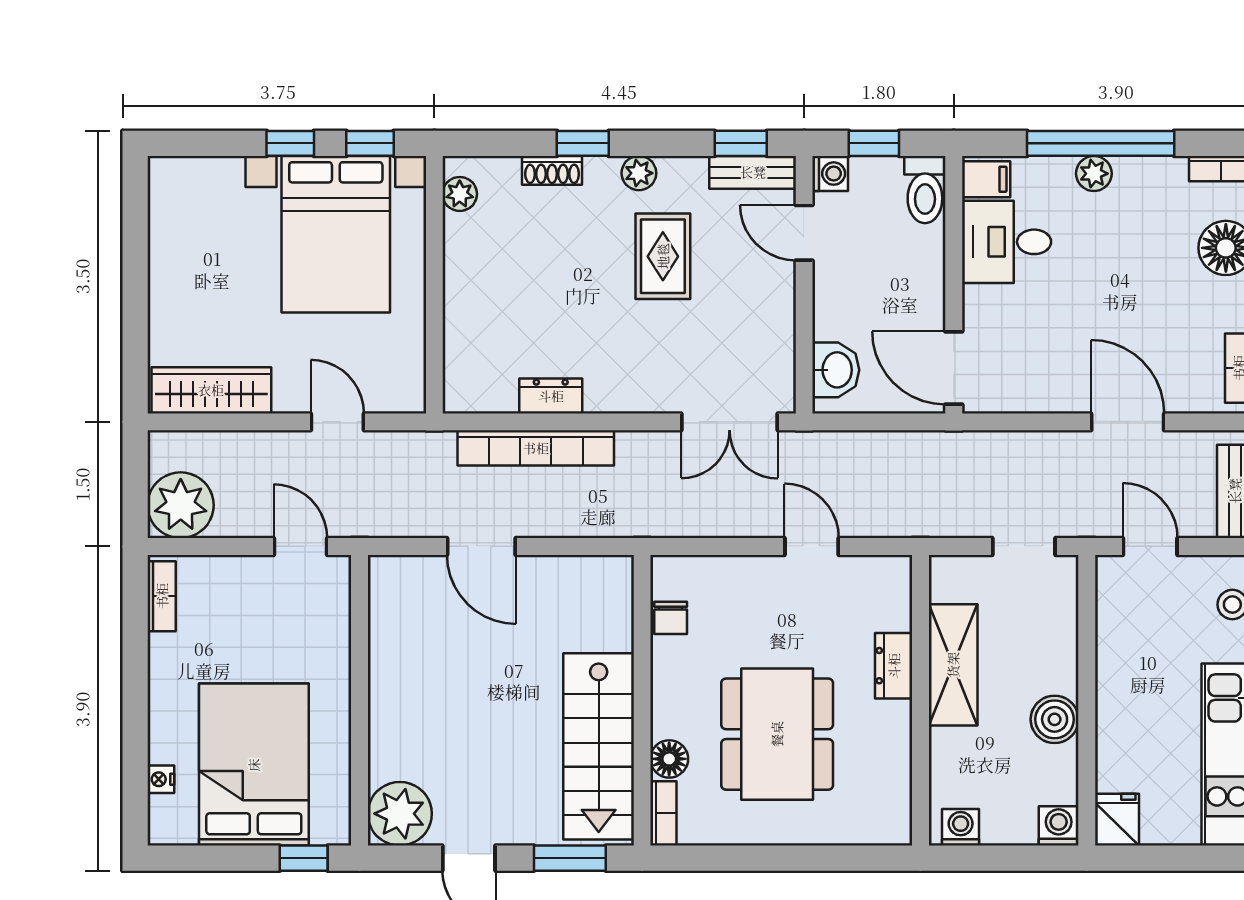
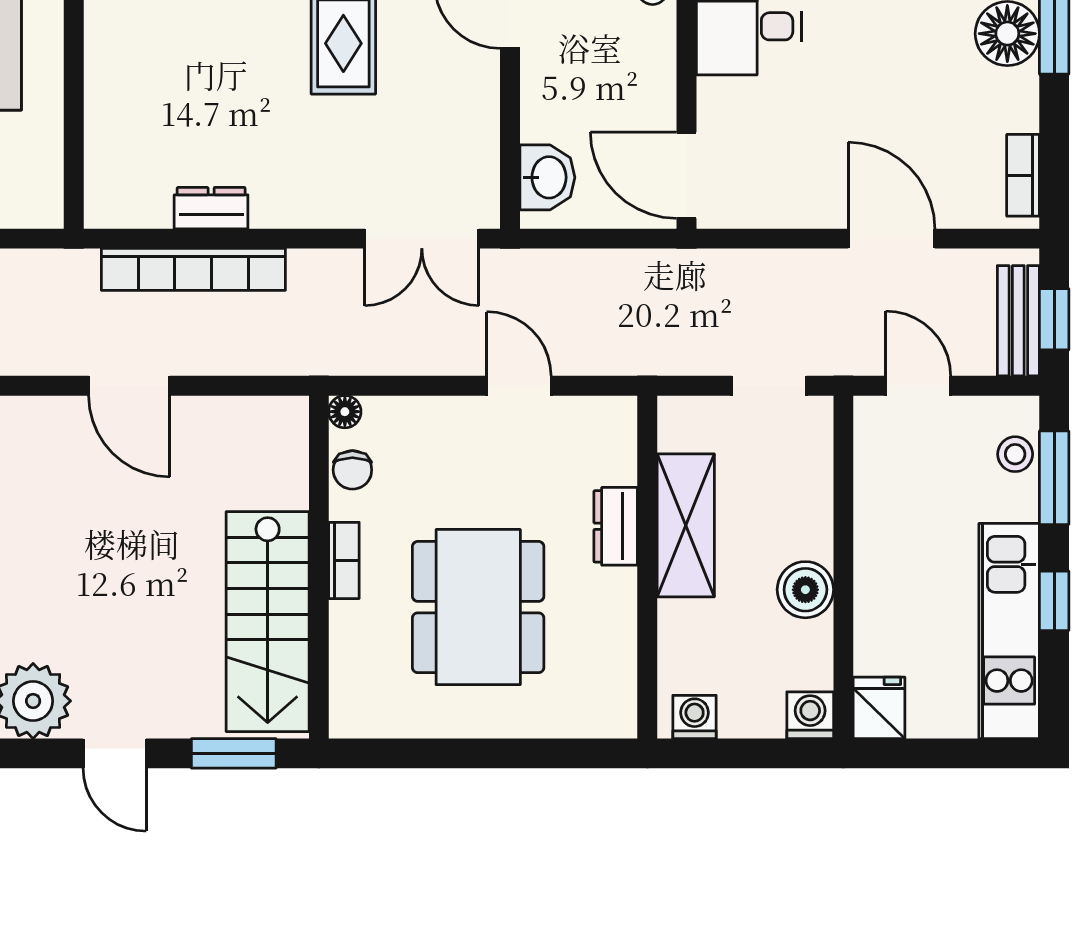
floor lamp: (669, 759) -> (345, 412), moved, width x0.73, depth x0.73
bookcase: (663, 813) -> (344, 560), moved

